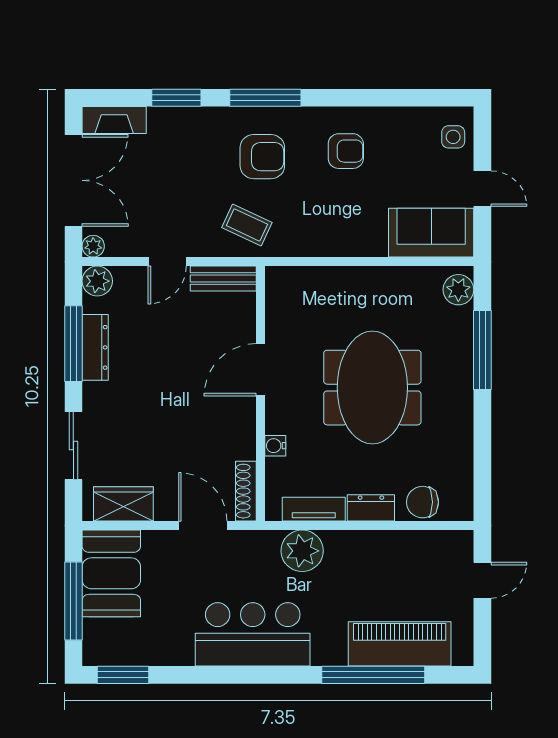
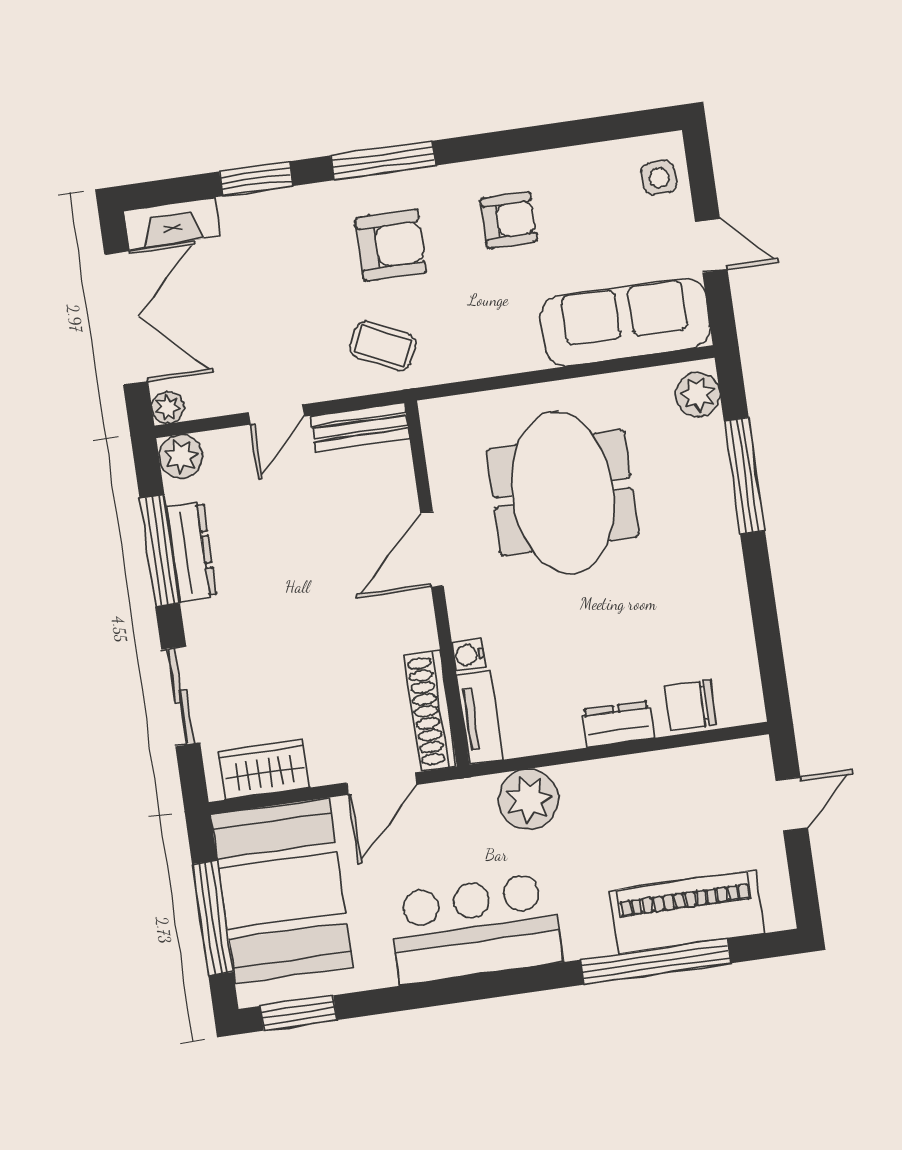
sofa: (431, 233) -> (625, 322), width x1.36
meeting table: (372, 388) -> (563, 493), moved
shoe rack: (246, 491) -> (431, 711), width x1.36, depth x1.24
tv unit: (314, 509) -> (480, 717), moved, turned 90
door: (203, 525) -> (382, 784), swing flipped
booth: (111, 573) -> (282, 890), width x1.36, depth x1.42

